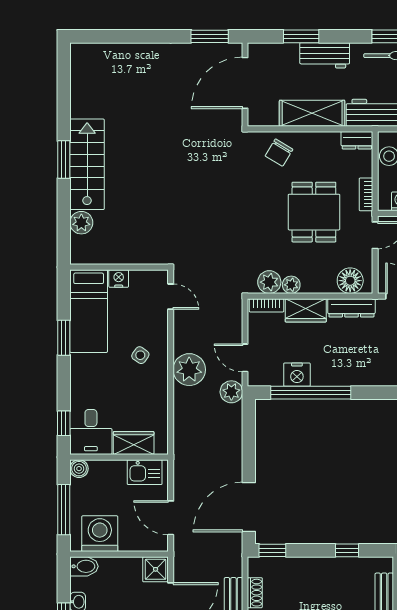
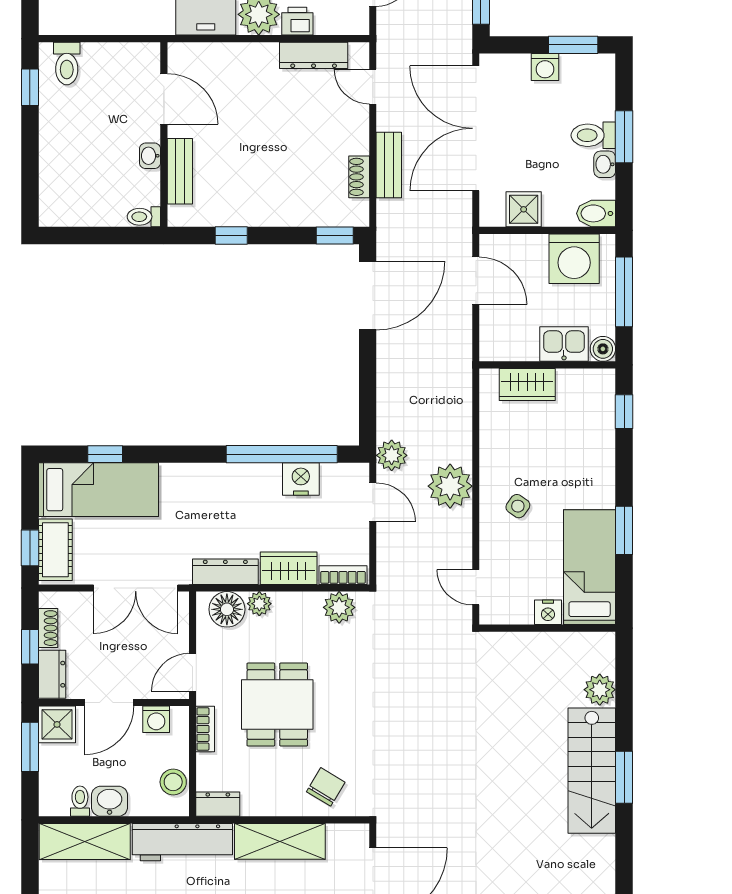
plant: (291, 285) -> (259, 604), moved
desk: (91, 432) -> (586, 400), removed
kitchen sink: (145, 472) -> (564, 344), moved
shower: (156, 569) -> (524, 209), moved

